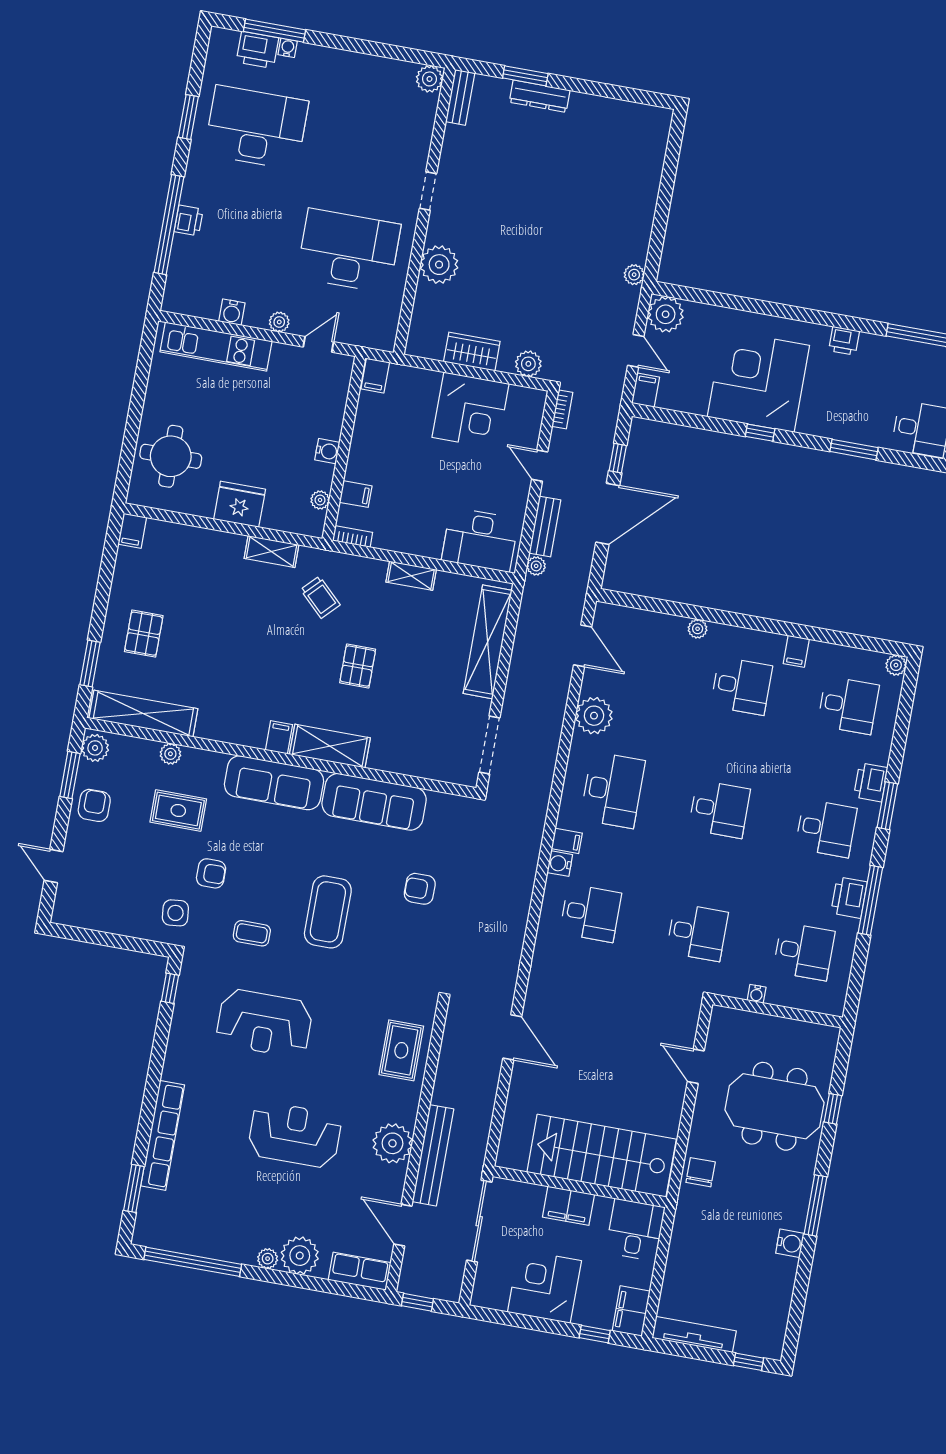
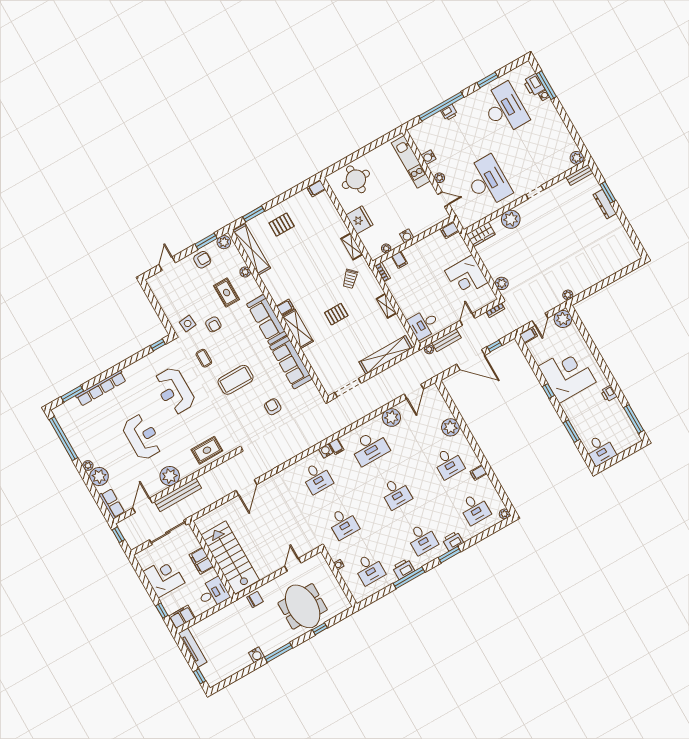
wardrobe: (472, 352) -> (481, 234), moved, turned 90
desk: (480, 540) -> (424, 324), width x0.73
plant: (698, 629) -> (450, 427), width x1.88, depth x1.88

